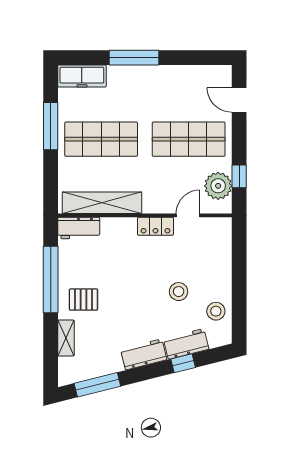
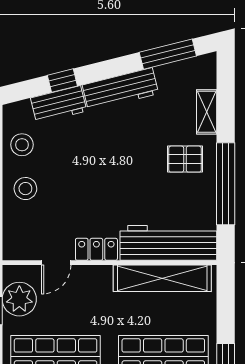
workbench: (79, 228) -> (168, 243), width x1.88, depth x1.32
stool: (179, 292) -> (25, 189), moved
workbench: (144, 354) -> (120, 89), width x1.38

